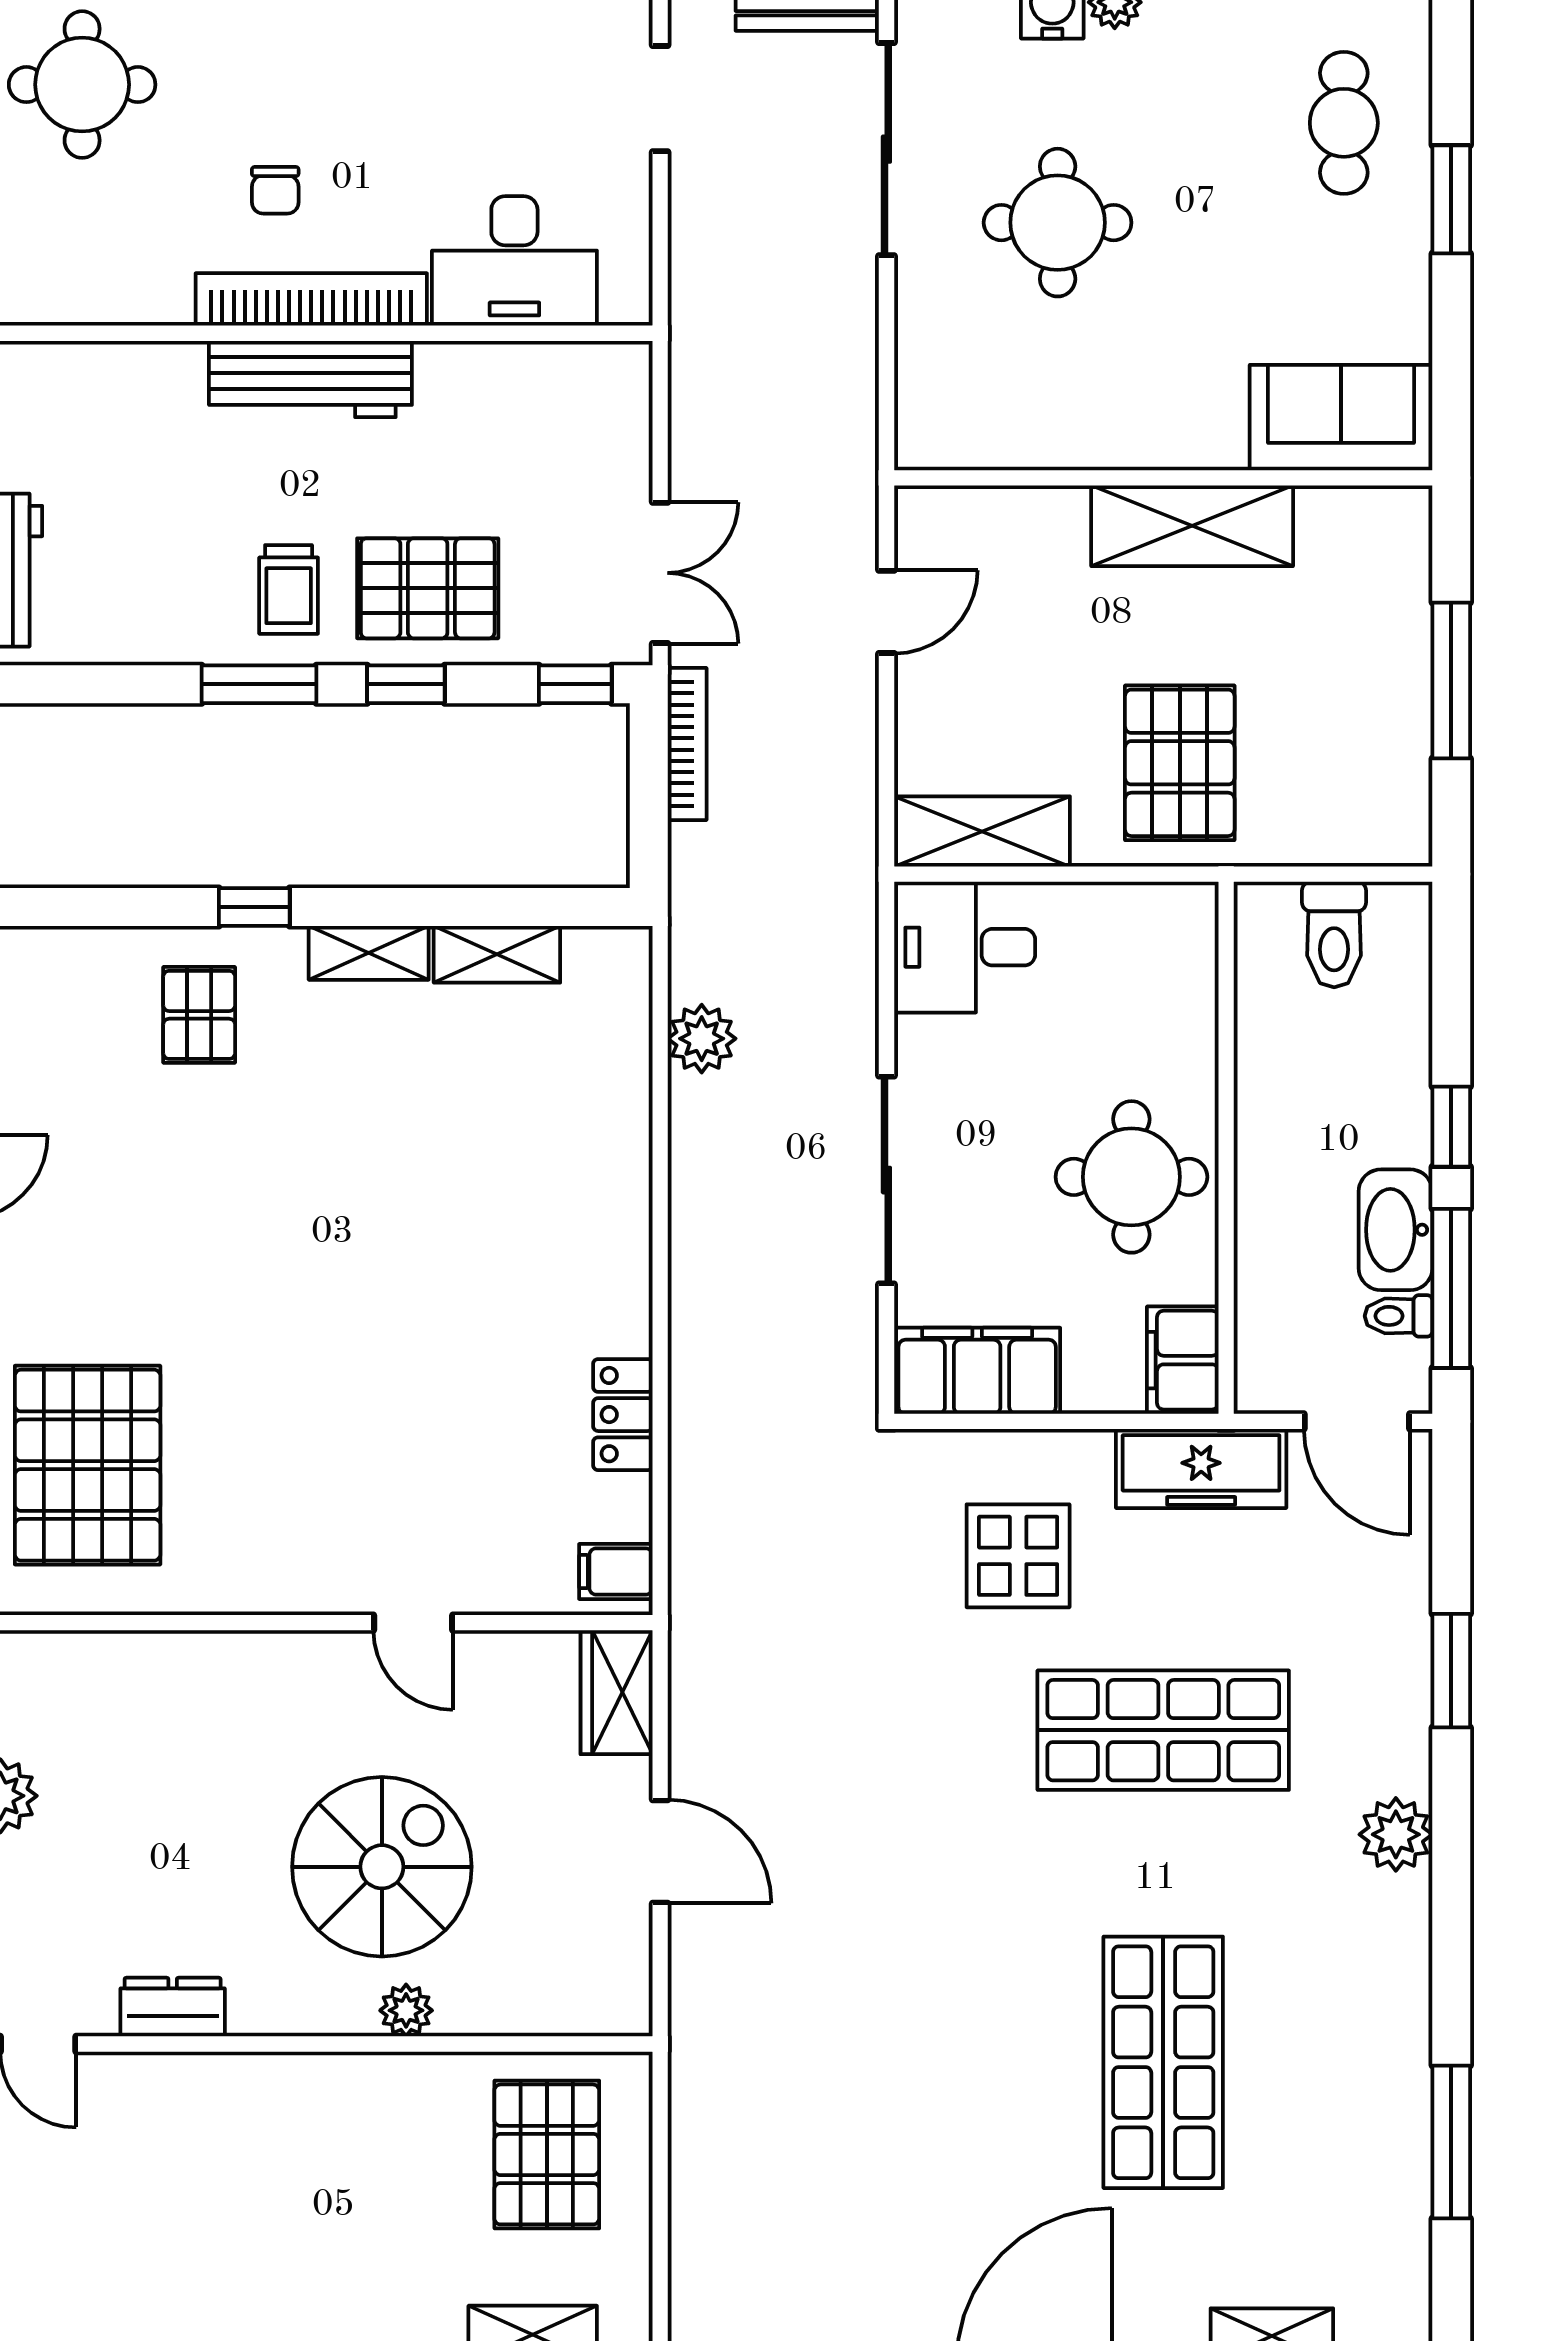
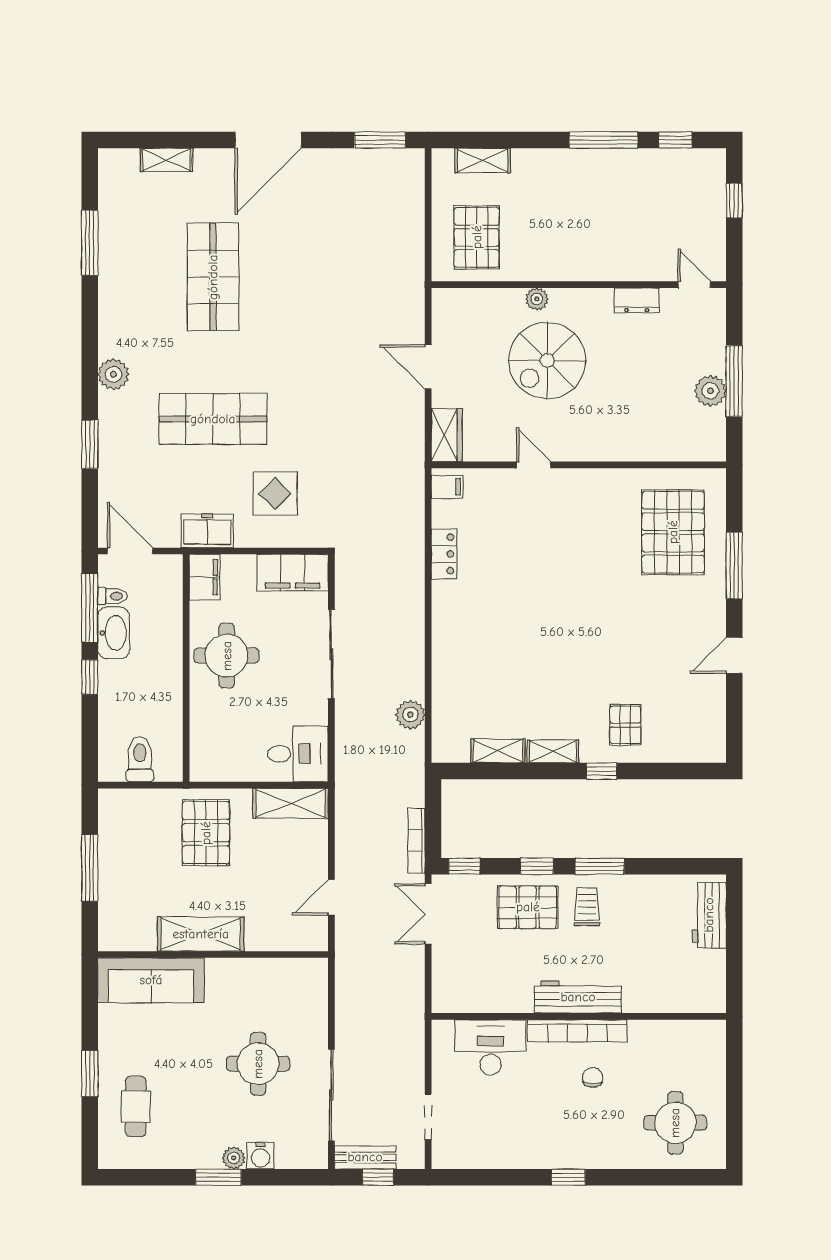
sofa: (1341, 418) -> (151, 980), width x1.36
freezer: (1201, 1468) -> (207, 531), width x0.71

